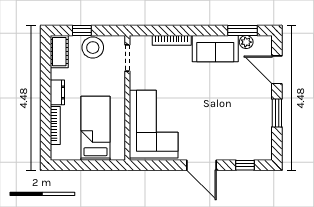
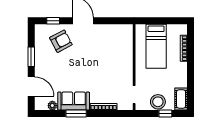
window: (242, 31) -> (76, 113), moved
dresser: (57, 92) -> (182, 71), removed
corner sofa: (154, 124) -> (116, 49), removed
armchair: (234, 136) -> (61, 41), added

